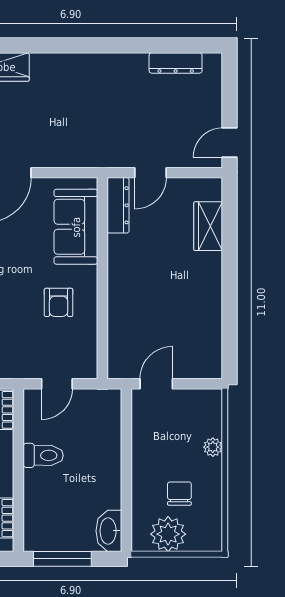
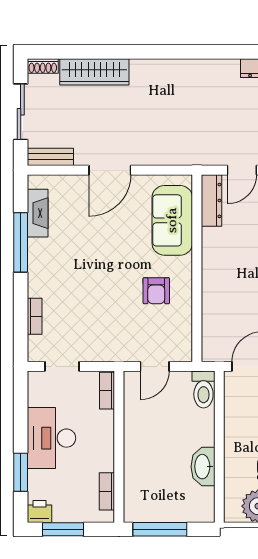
toilet: (43, 455) -> (203, 389), moved, turned 90
washbasin: (109, 531) -> (203, 467), moved

